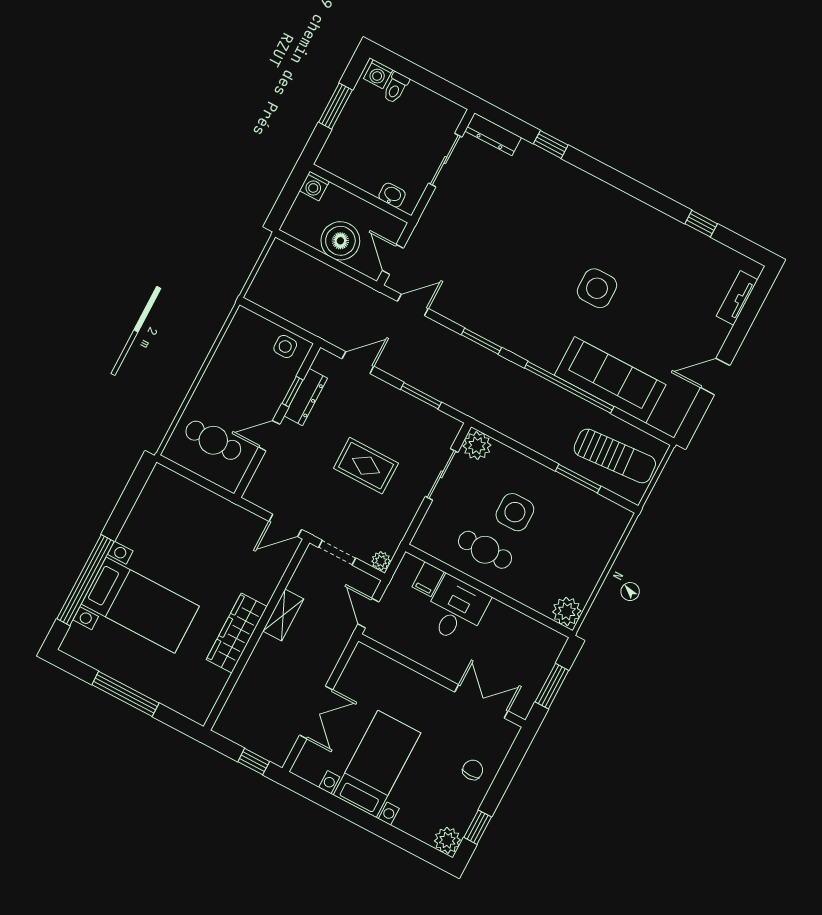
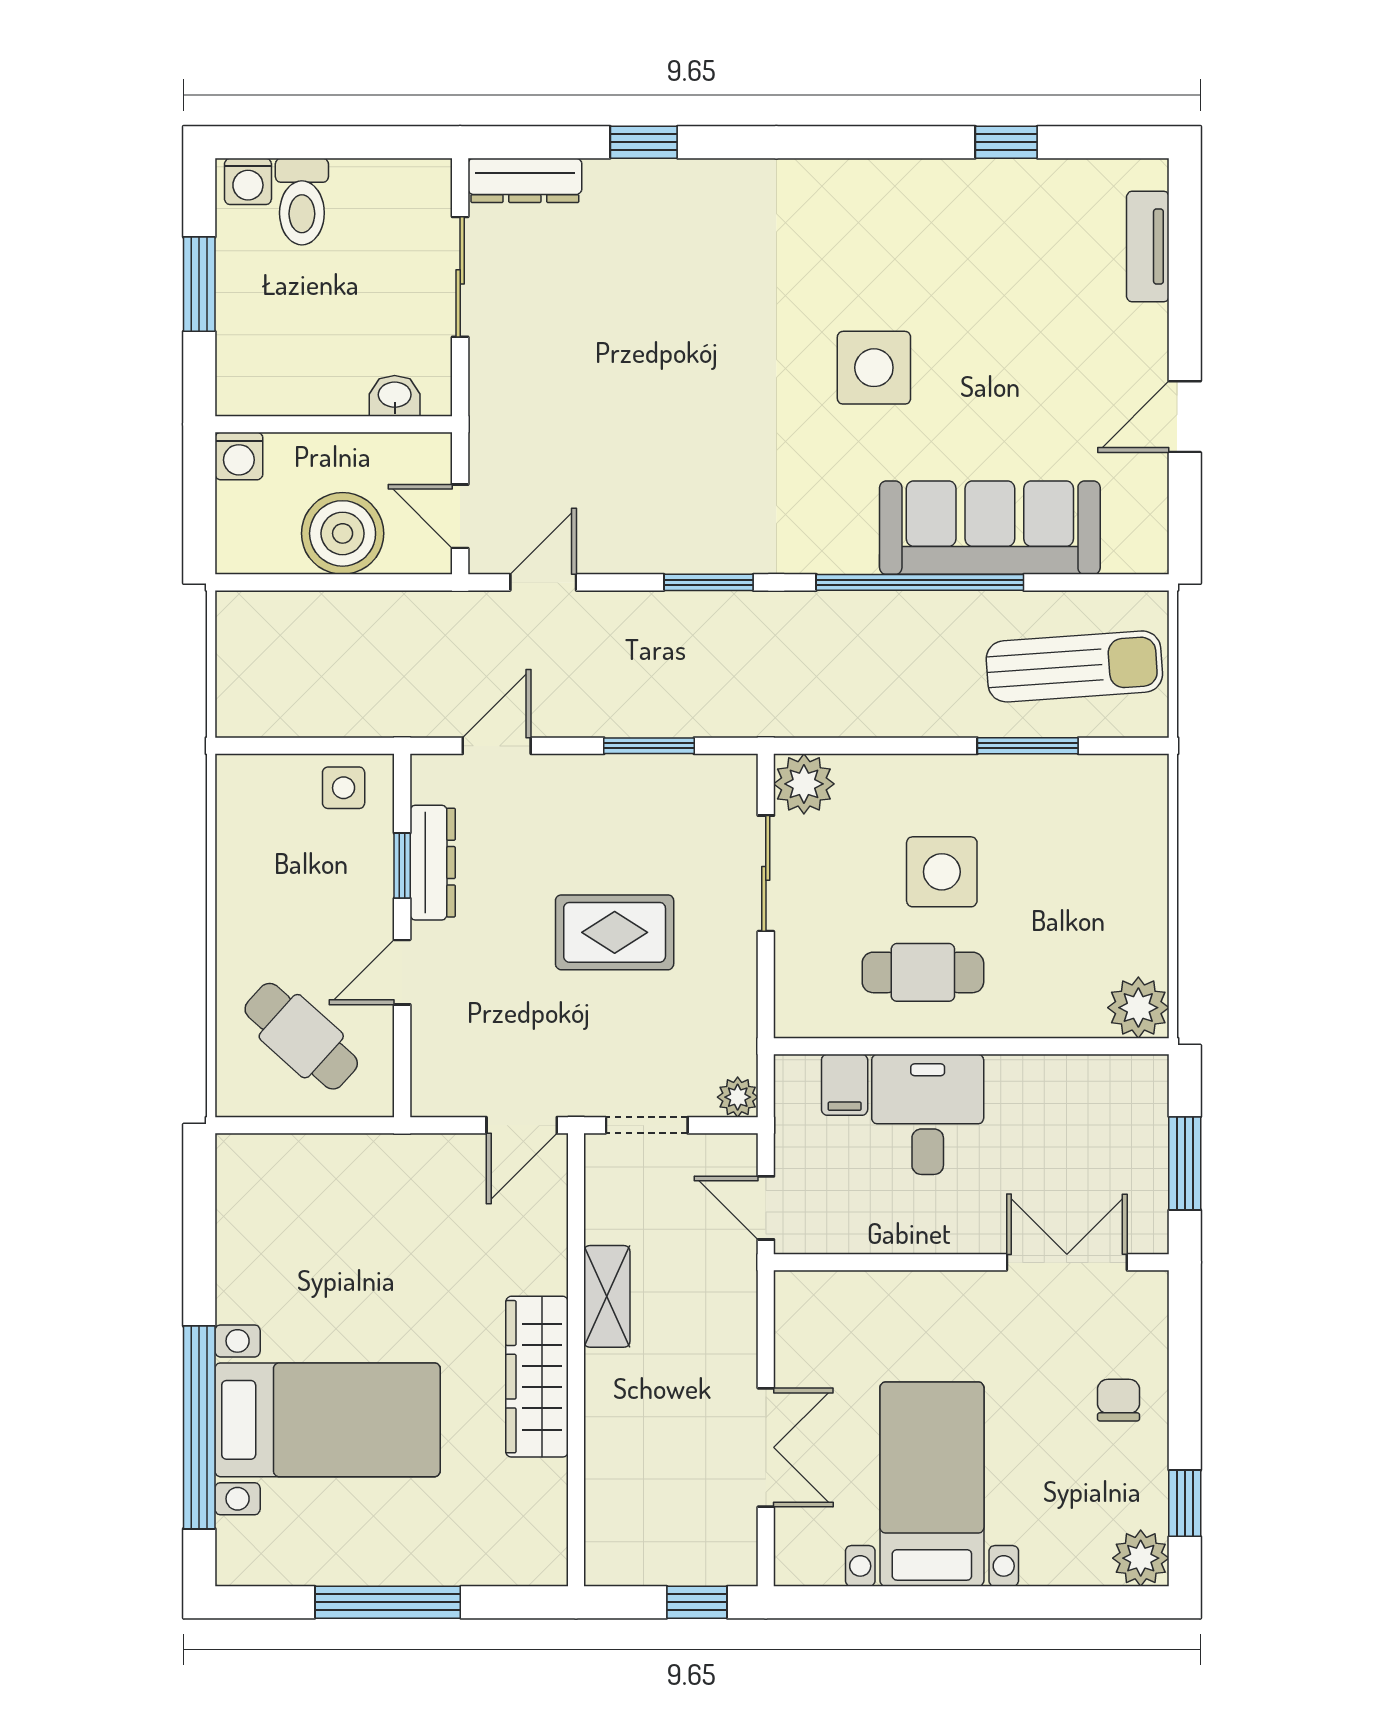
toilet: (396, 88) -> (302, 202), width x1.37, depth x1.39
cafe table: (213, 440) -> (301, 1036), turned 42

